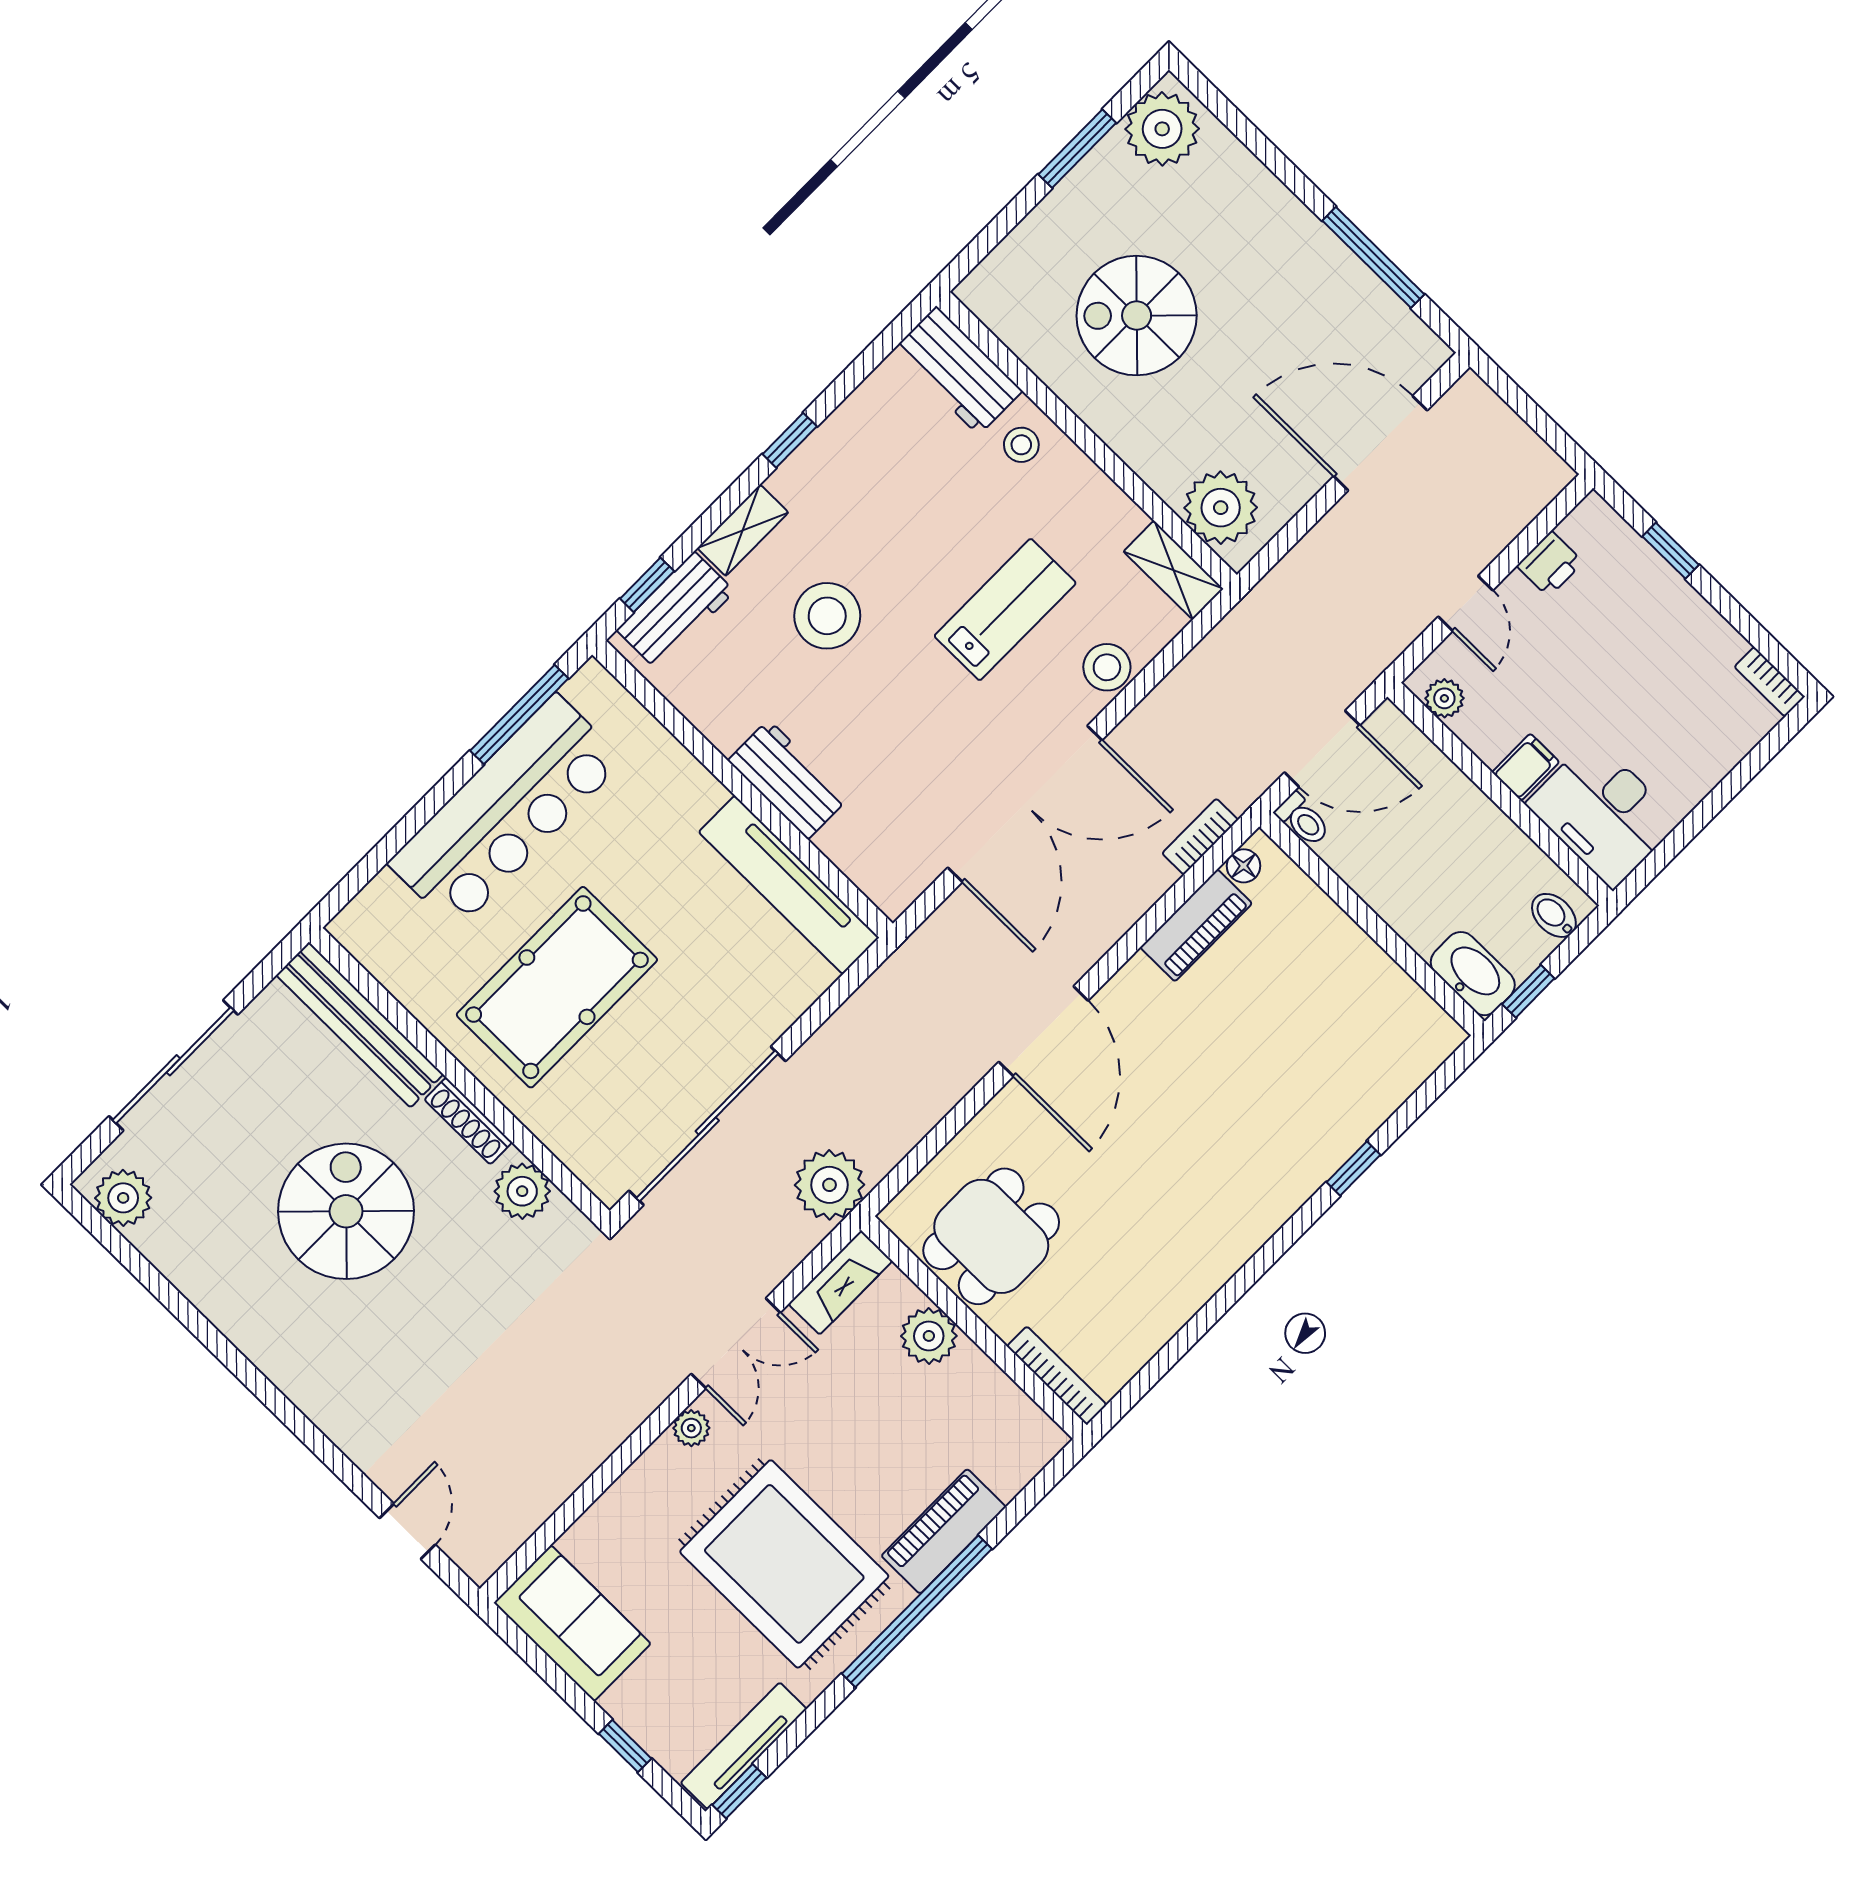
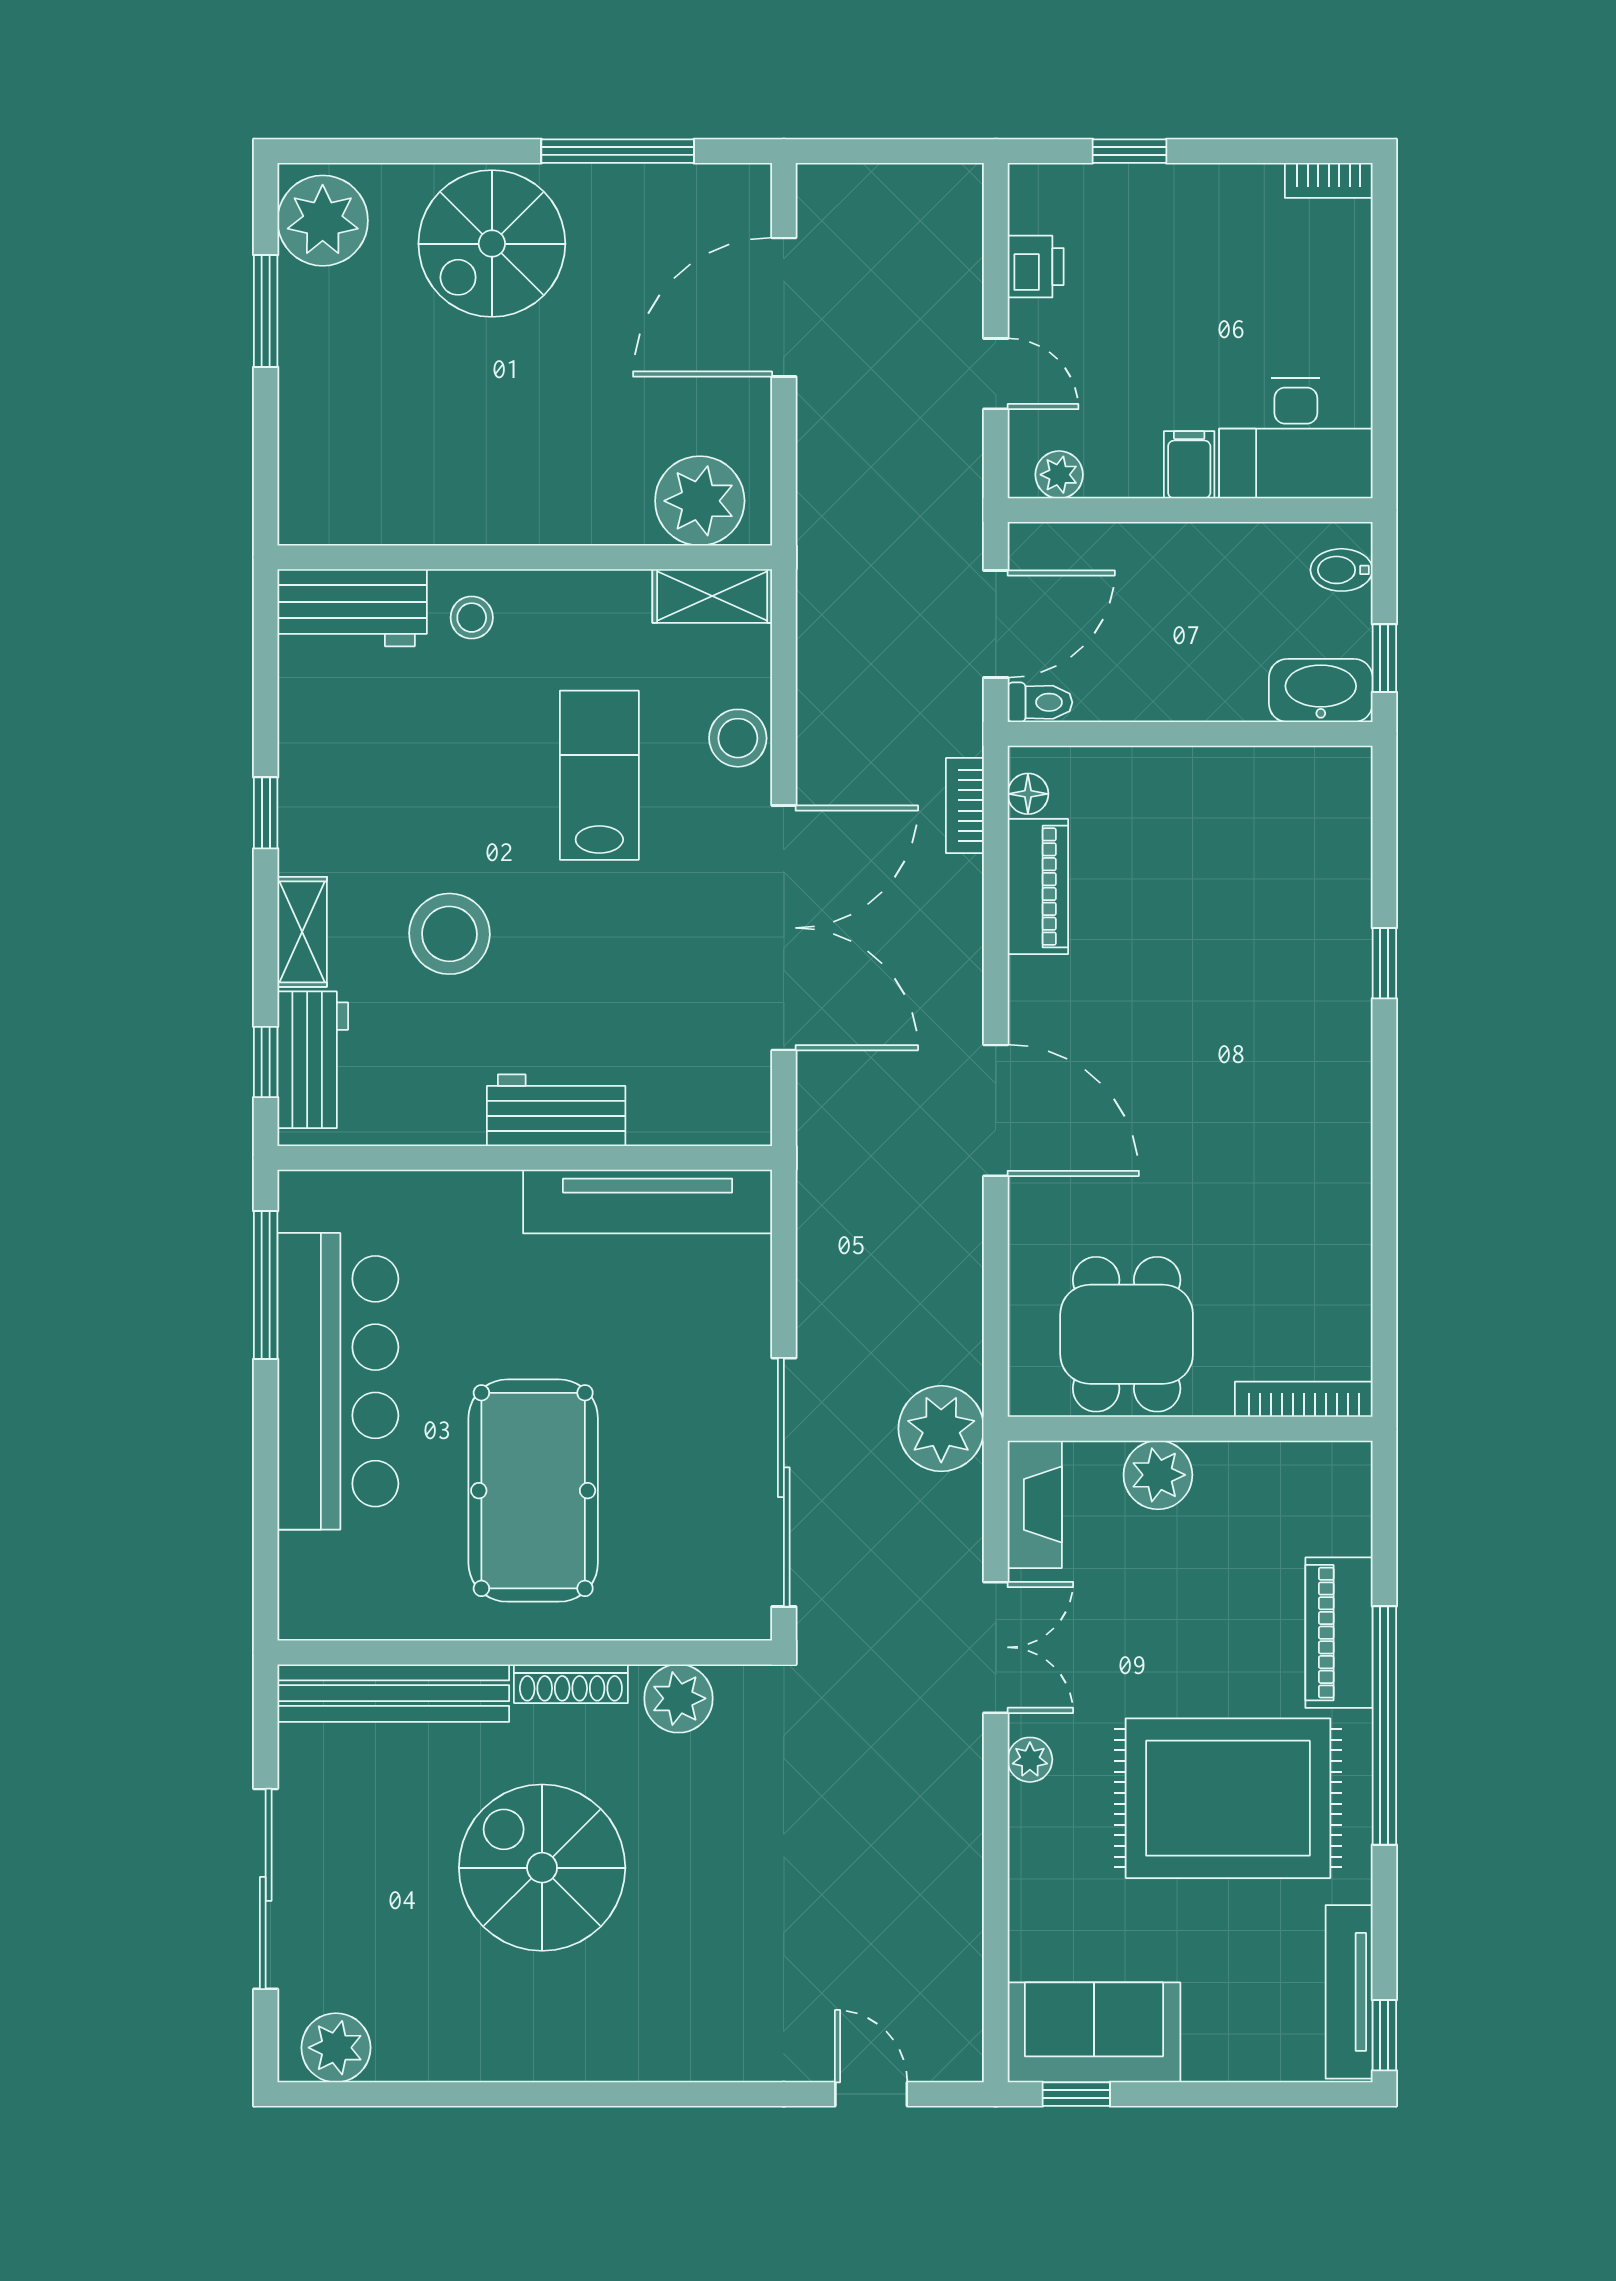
spiral stairs: (1137, 316) -> (492, 244), moved
window: (625, 1746) -> (1076, 2094), moved

